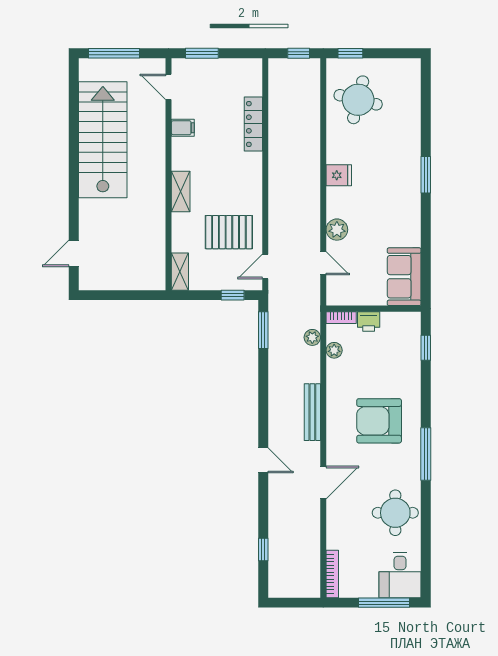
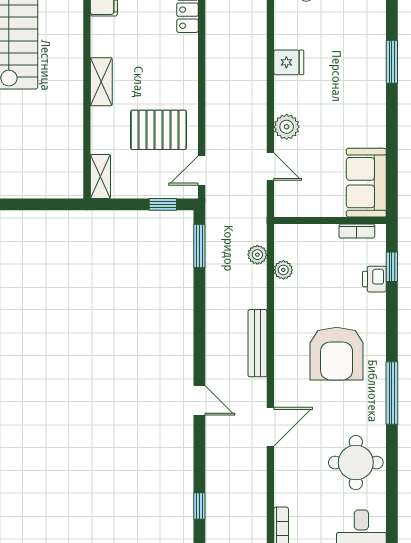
bookcase: (341, 318) -> (357, 231), moved
printer: (369, 322) -> (374, 279), moved, turned 90
armchair: (379, 421) -> (337, 354), turned -90

